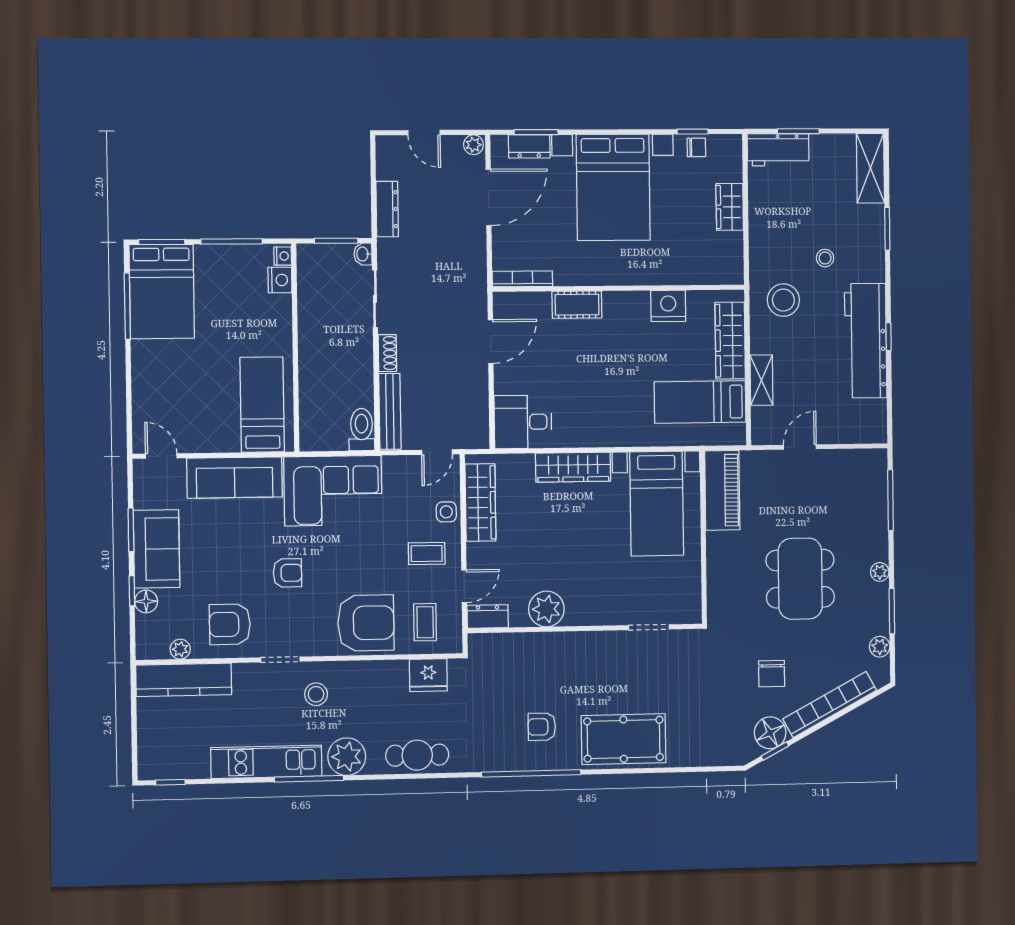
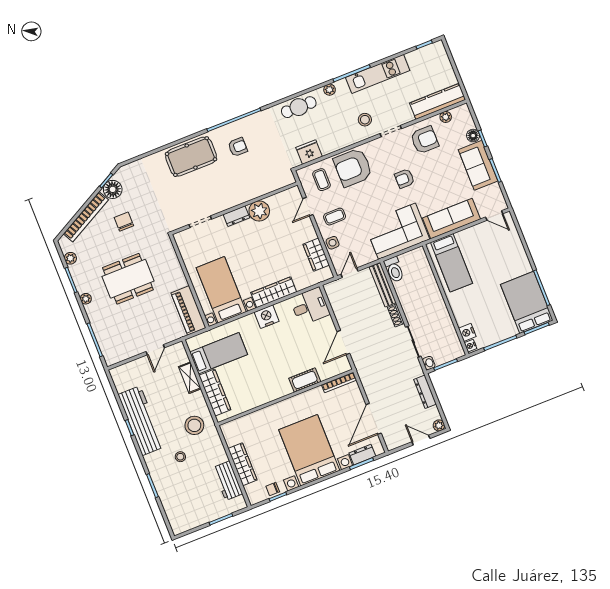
plant: (473, 145) -> (439, 425), moved
workbench: (778, 150) -> (228, 481), moved, turned -90
shelving: (870, 168) -> (174, 515), removed
wardrobe: (730, 207) -> (242, 464), width x1.50
nightstand: (668, 306) -> (267, 317), moved, turned 180
wardrobe: (480, 502) -> (316, 255), width x0.67
dining table: (800, 579) -> (128, 279), turned 90
dresser: (488, 616) -> (236, 216), moved
plant: (347, 757) -> (330, 90), width x0.53, depth x0.53

